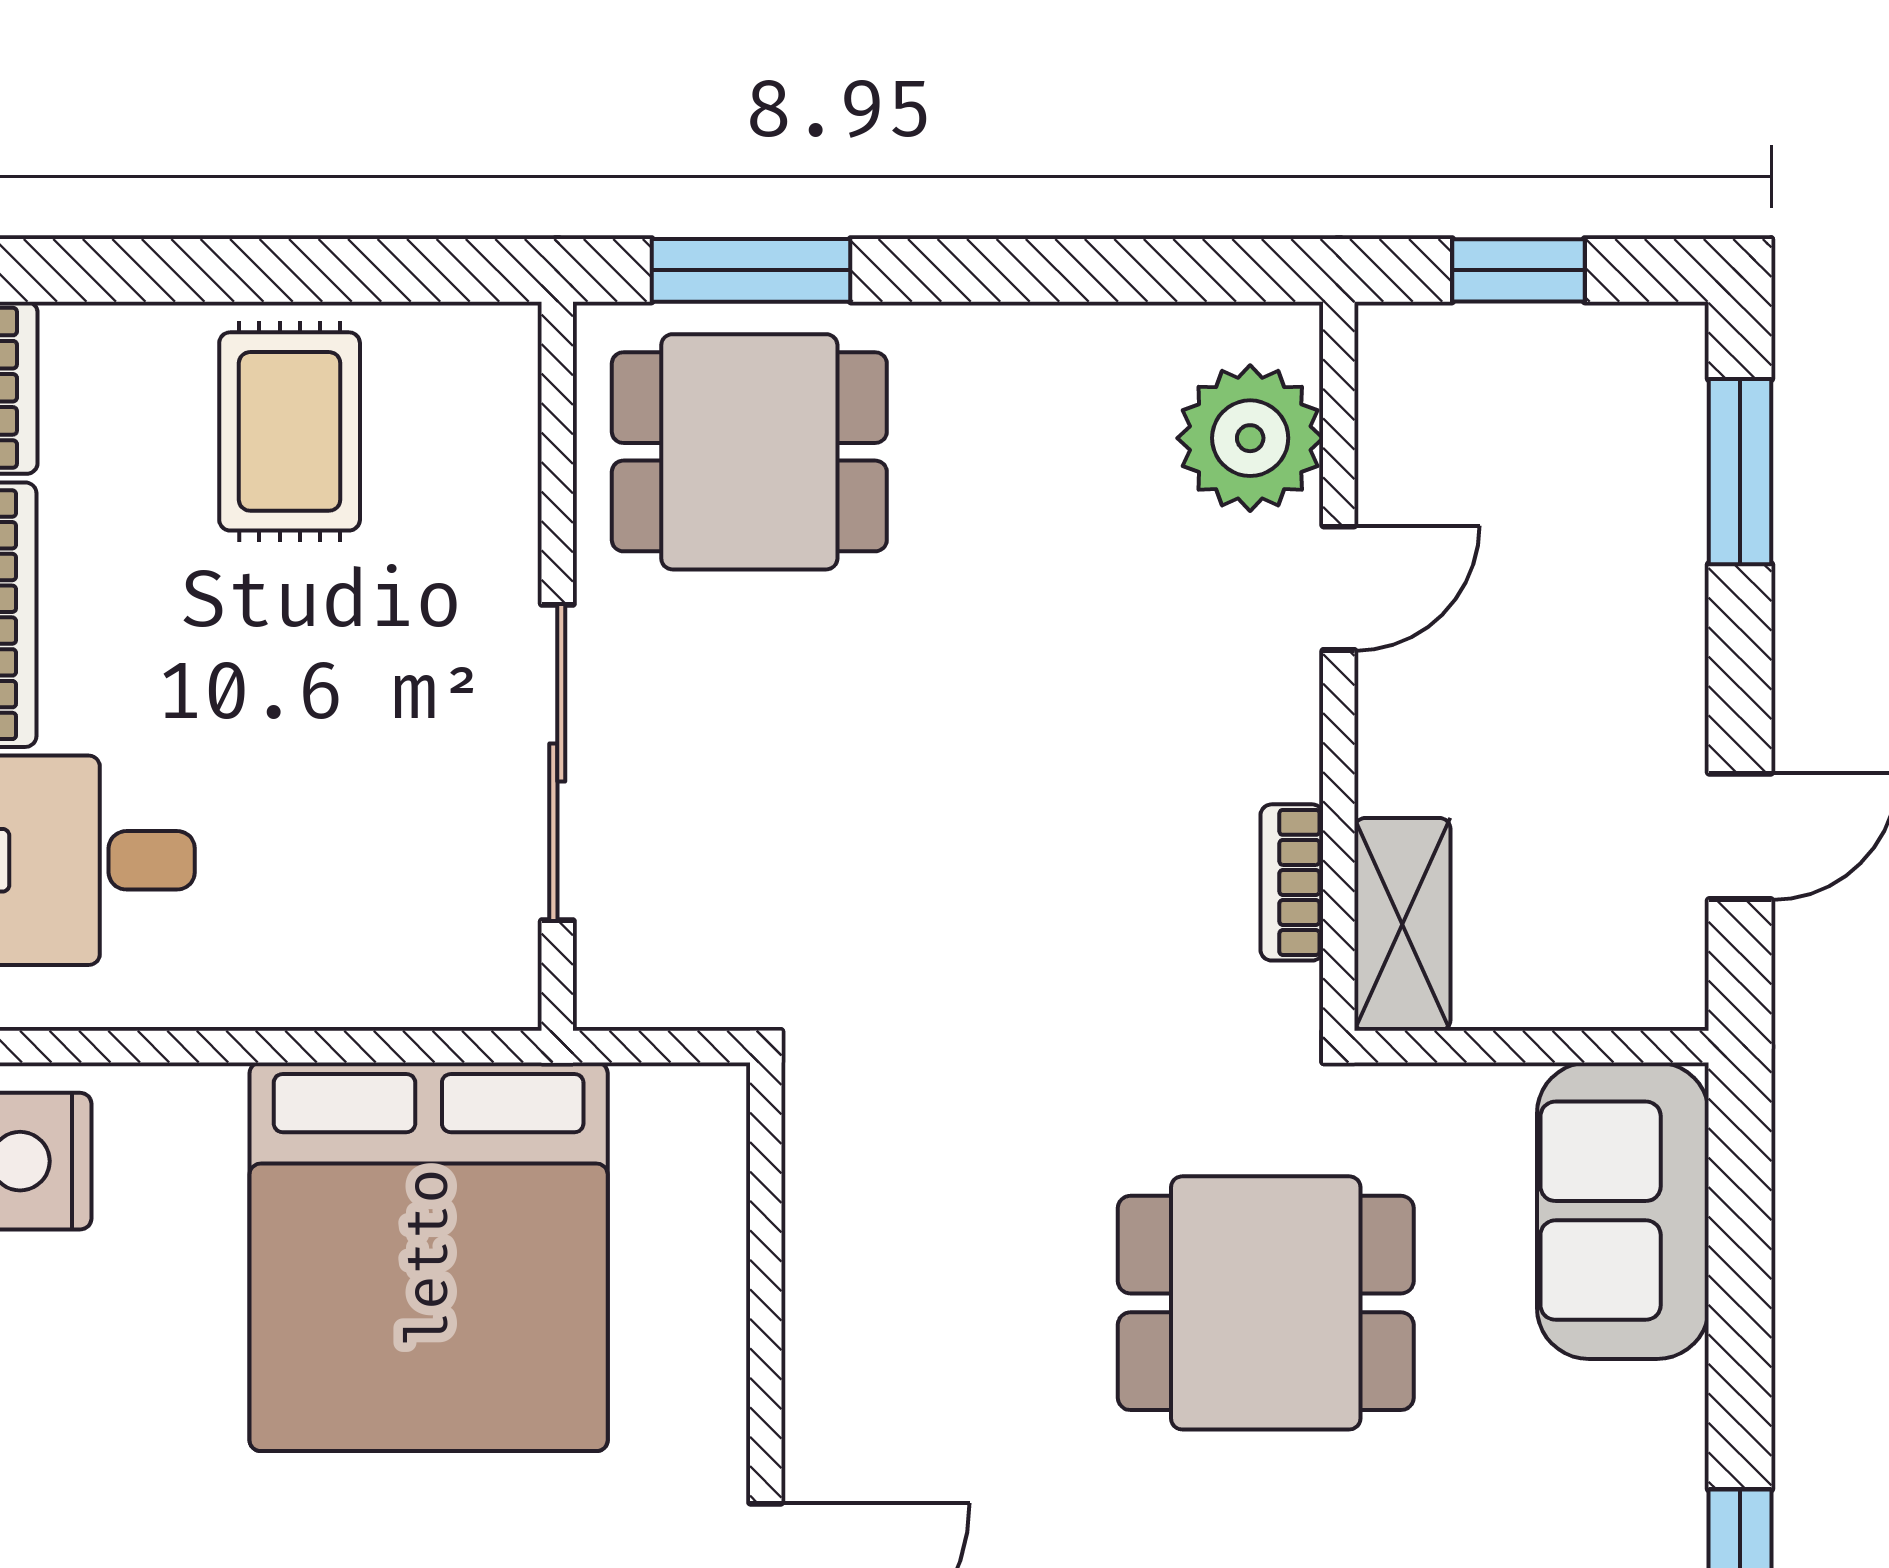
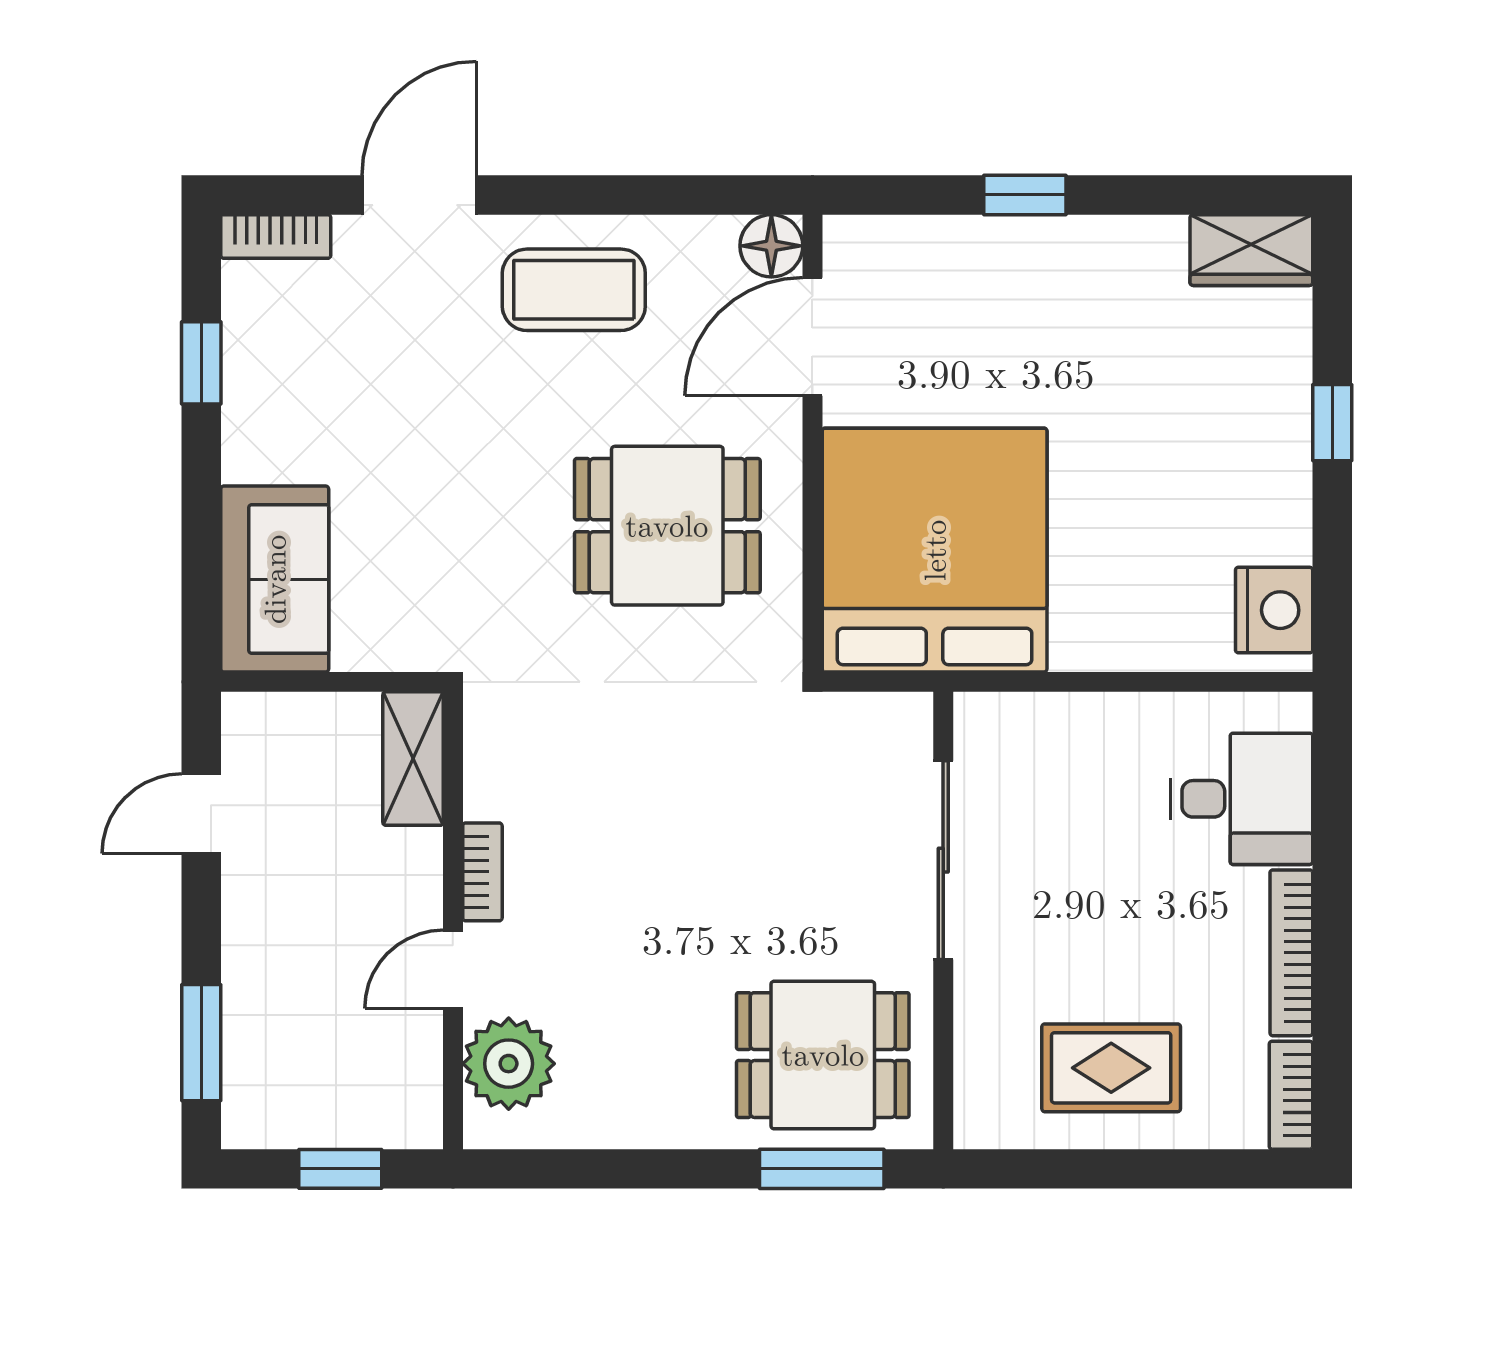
rug: (290, 431) -> (1111, 1068), turned 90
bookcase: (1292, 882) -> (482, 872), moved
bed: (429, 1257) -> (935, 550), moved
dining table: (1266, 1303) -> (667, 526), moved

